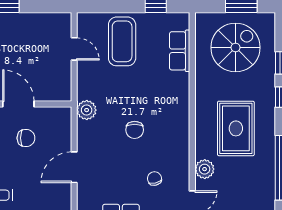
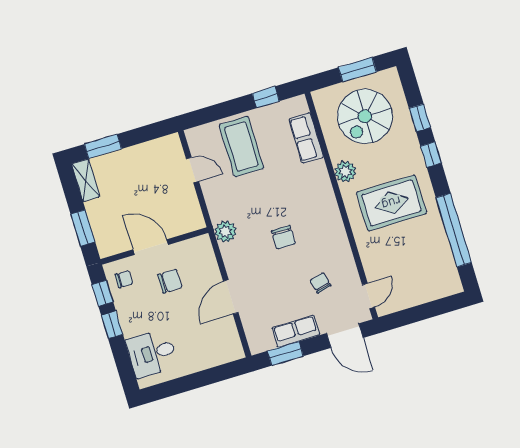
spiral stairs: (236, 47) -> (365, 116), turned 180
rug: (236, 128) -> (391, 203), turned 90
plant: (205, 169) -> (345, 171), moved

